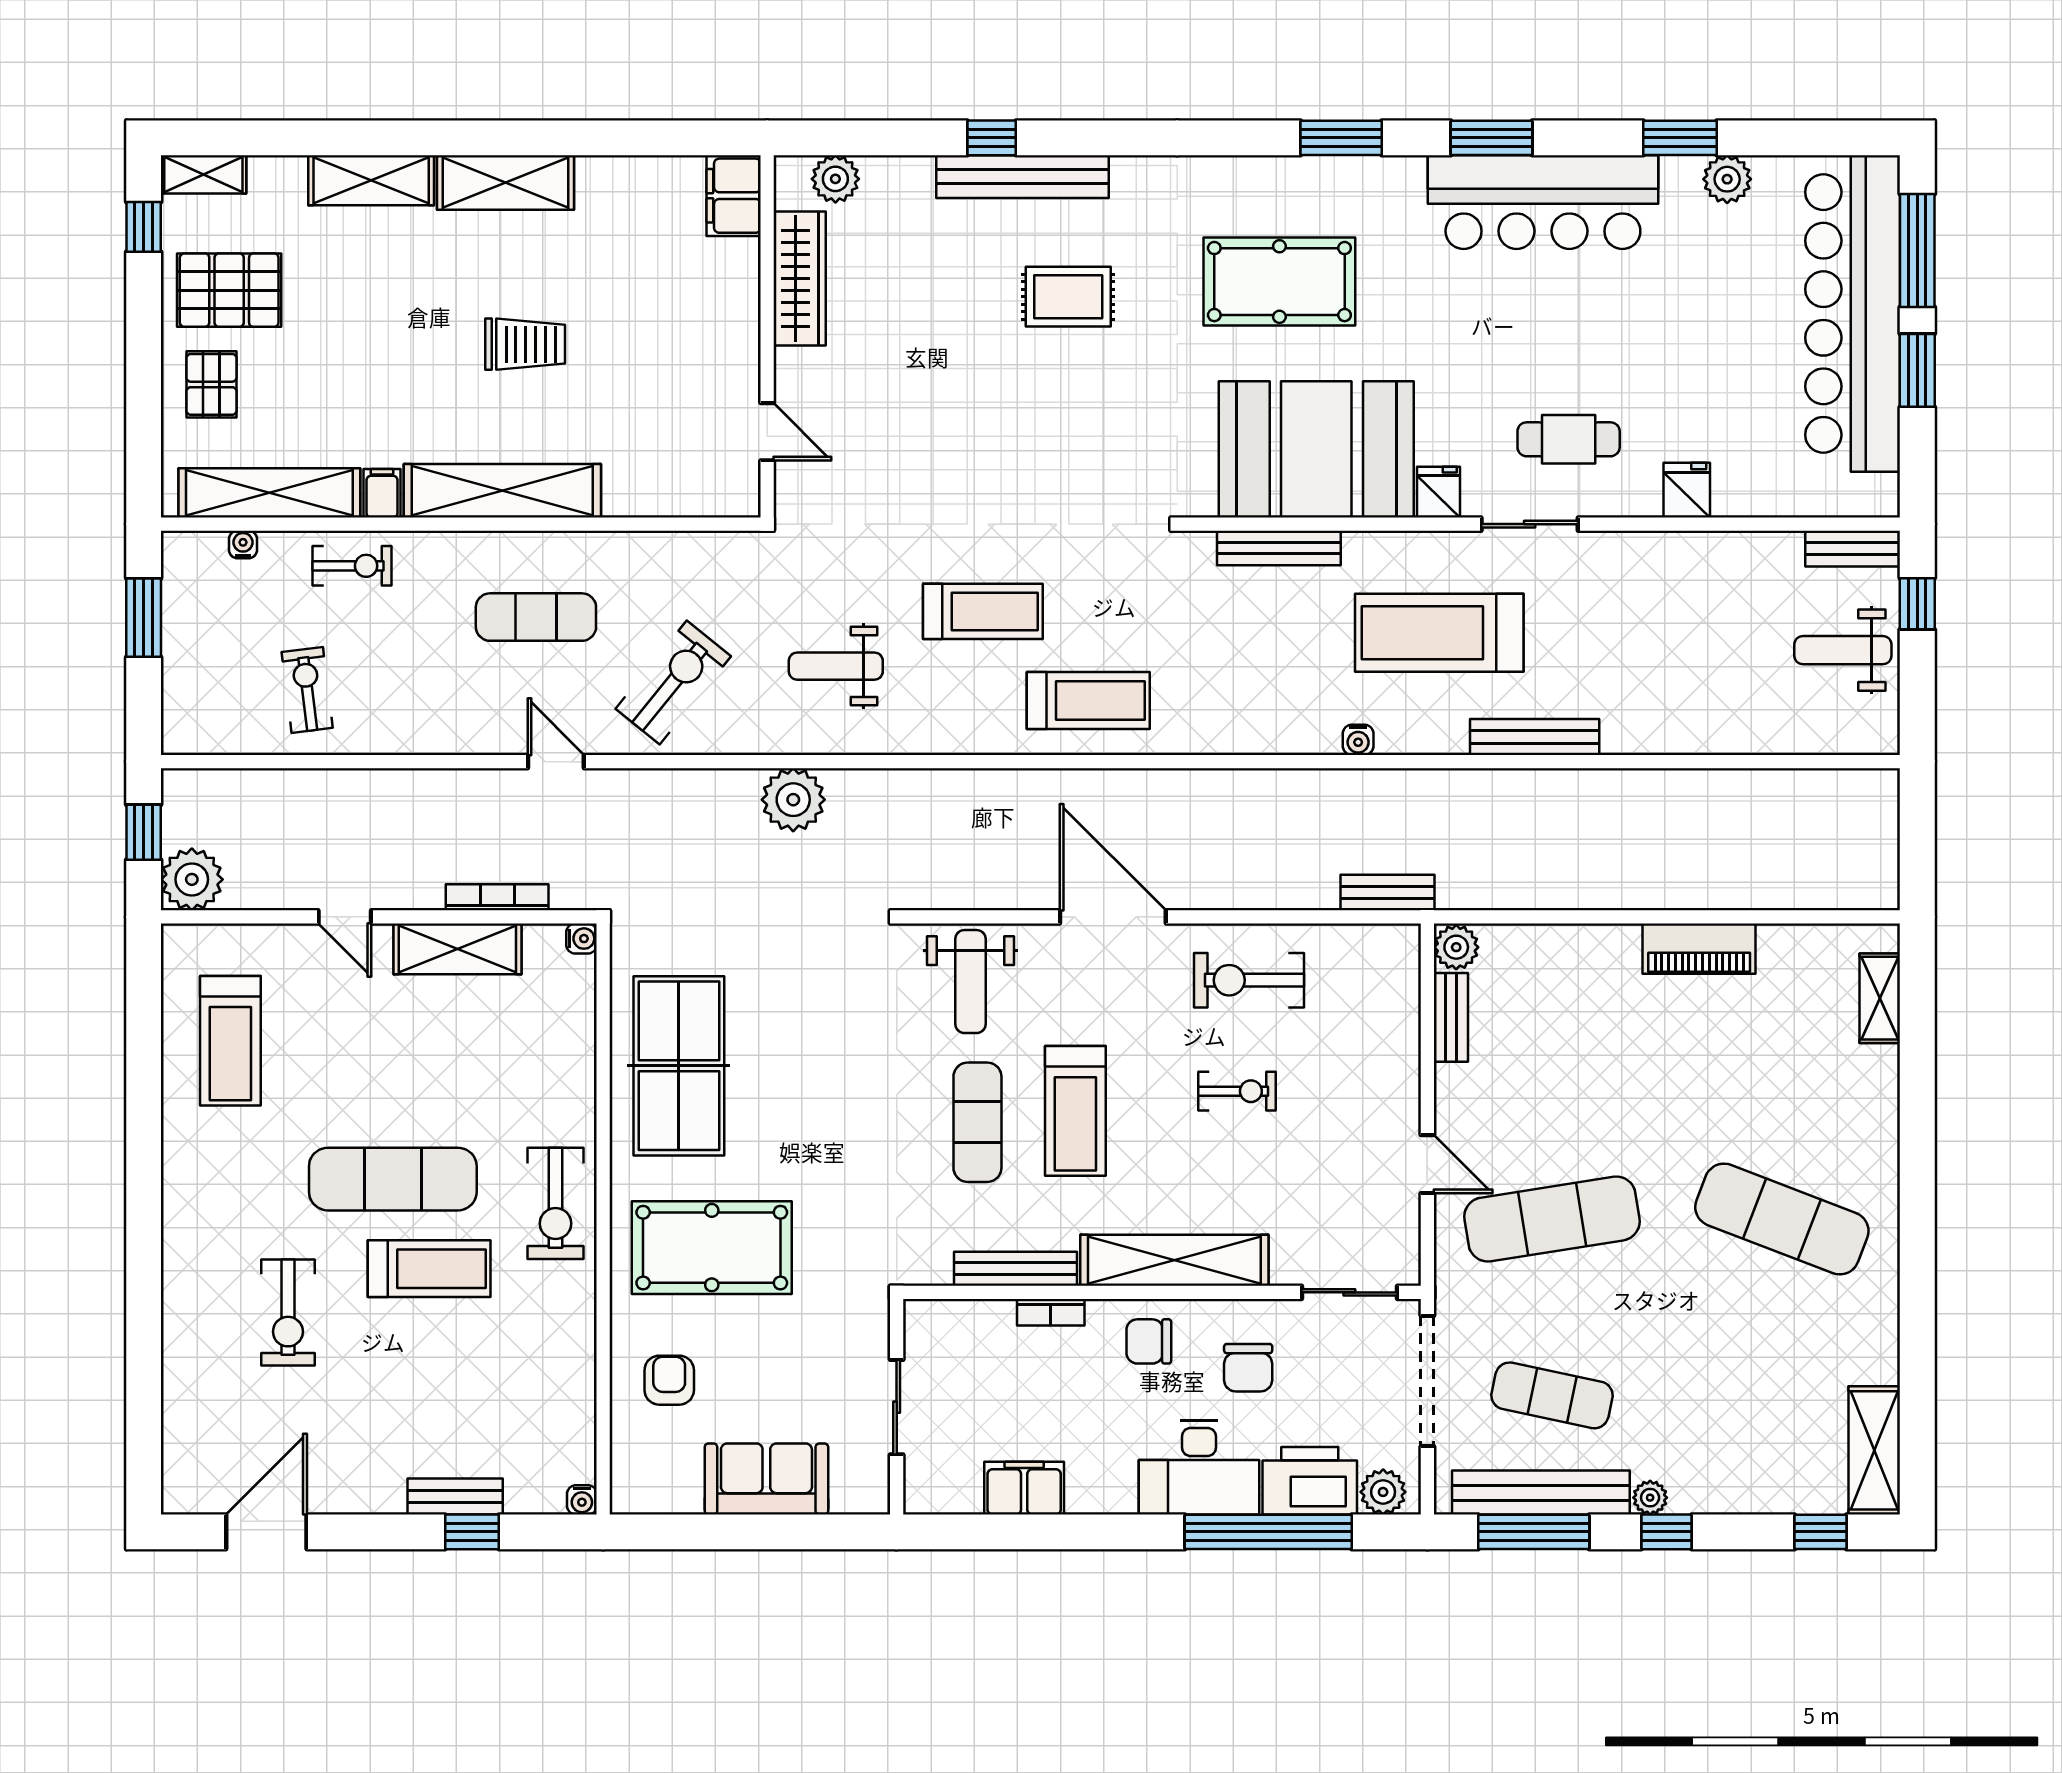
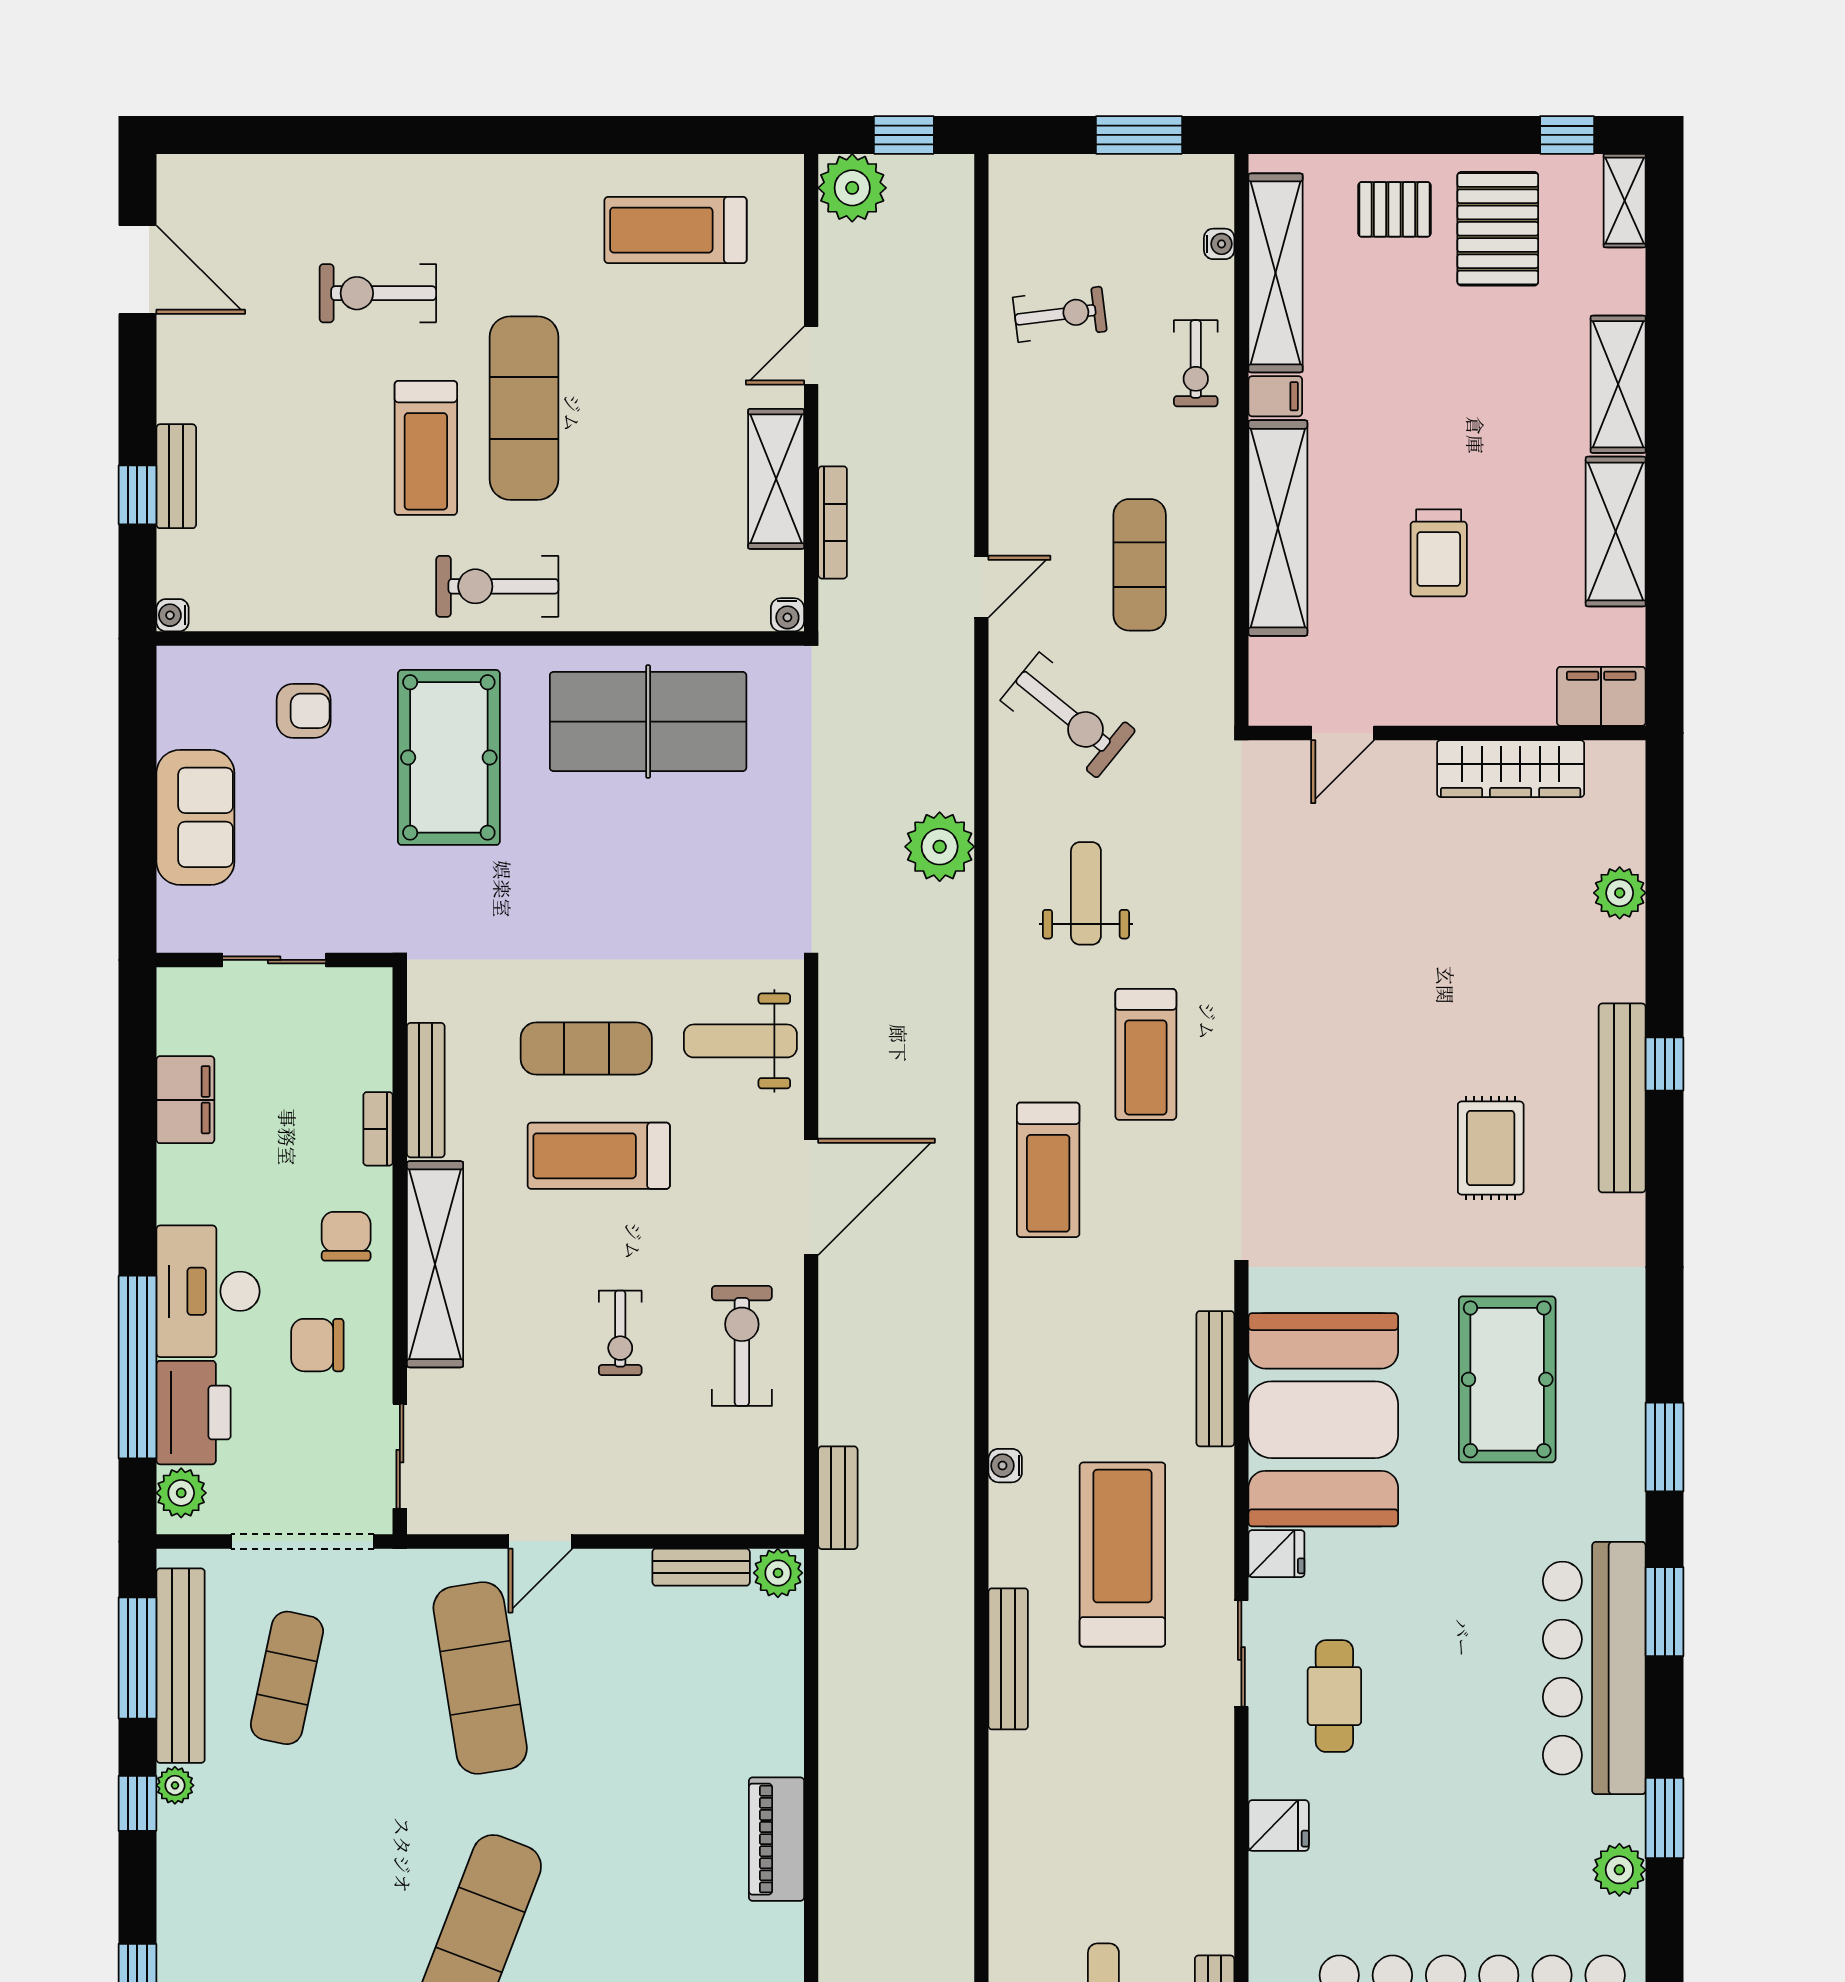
filing cabinet: (734, 196) -> (1601, 696), moved
wardrobe: (800, 278) -> (1511, 769), moved
wall: (767, 336) -> (1447, 733), moved
door: (767, 432) -> (1343, 733), moved

